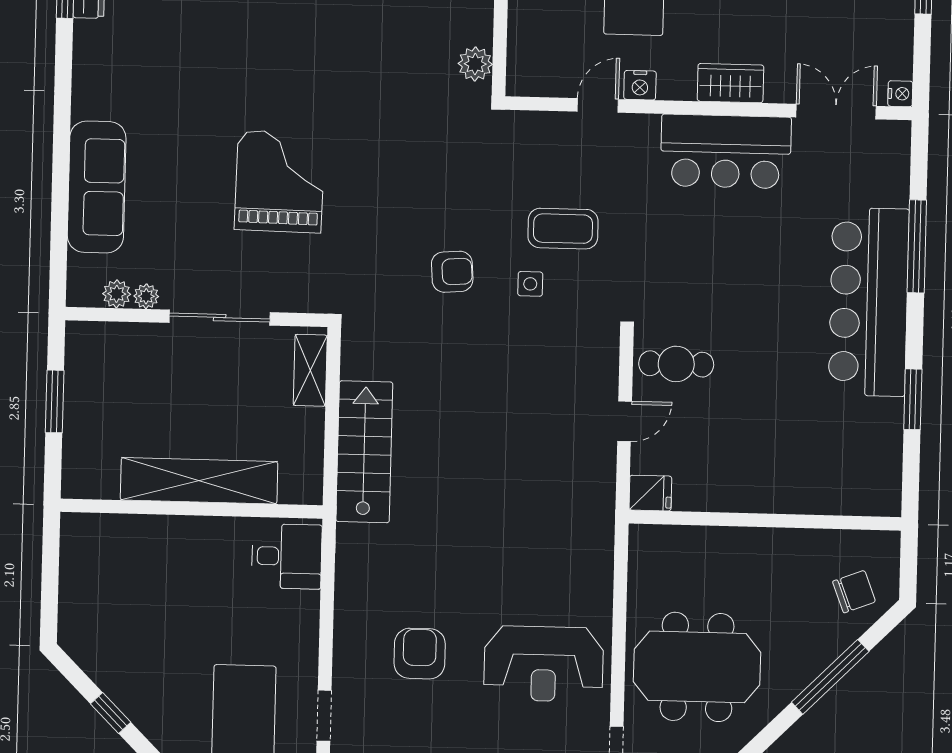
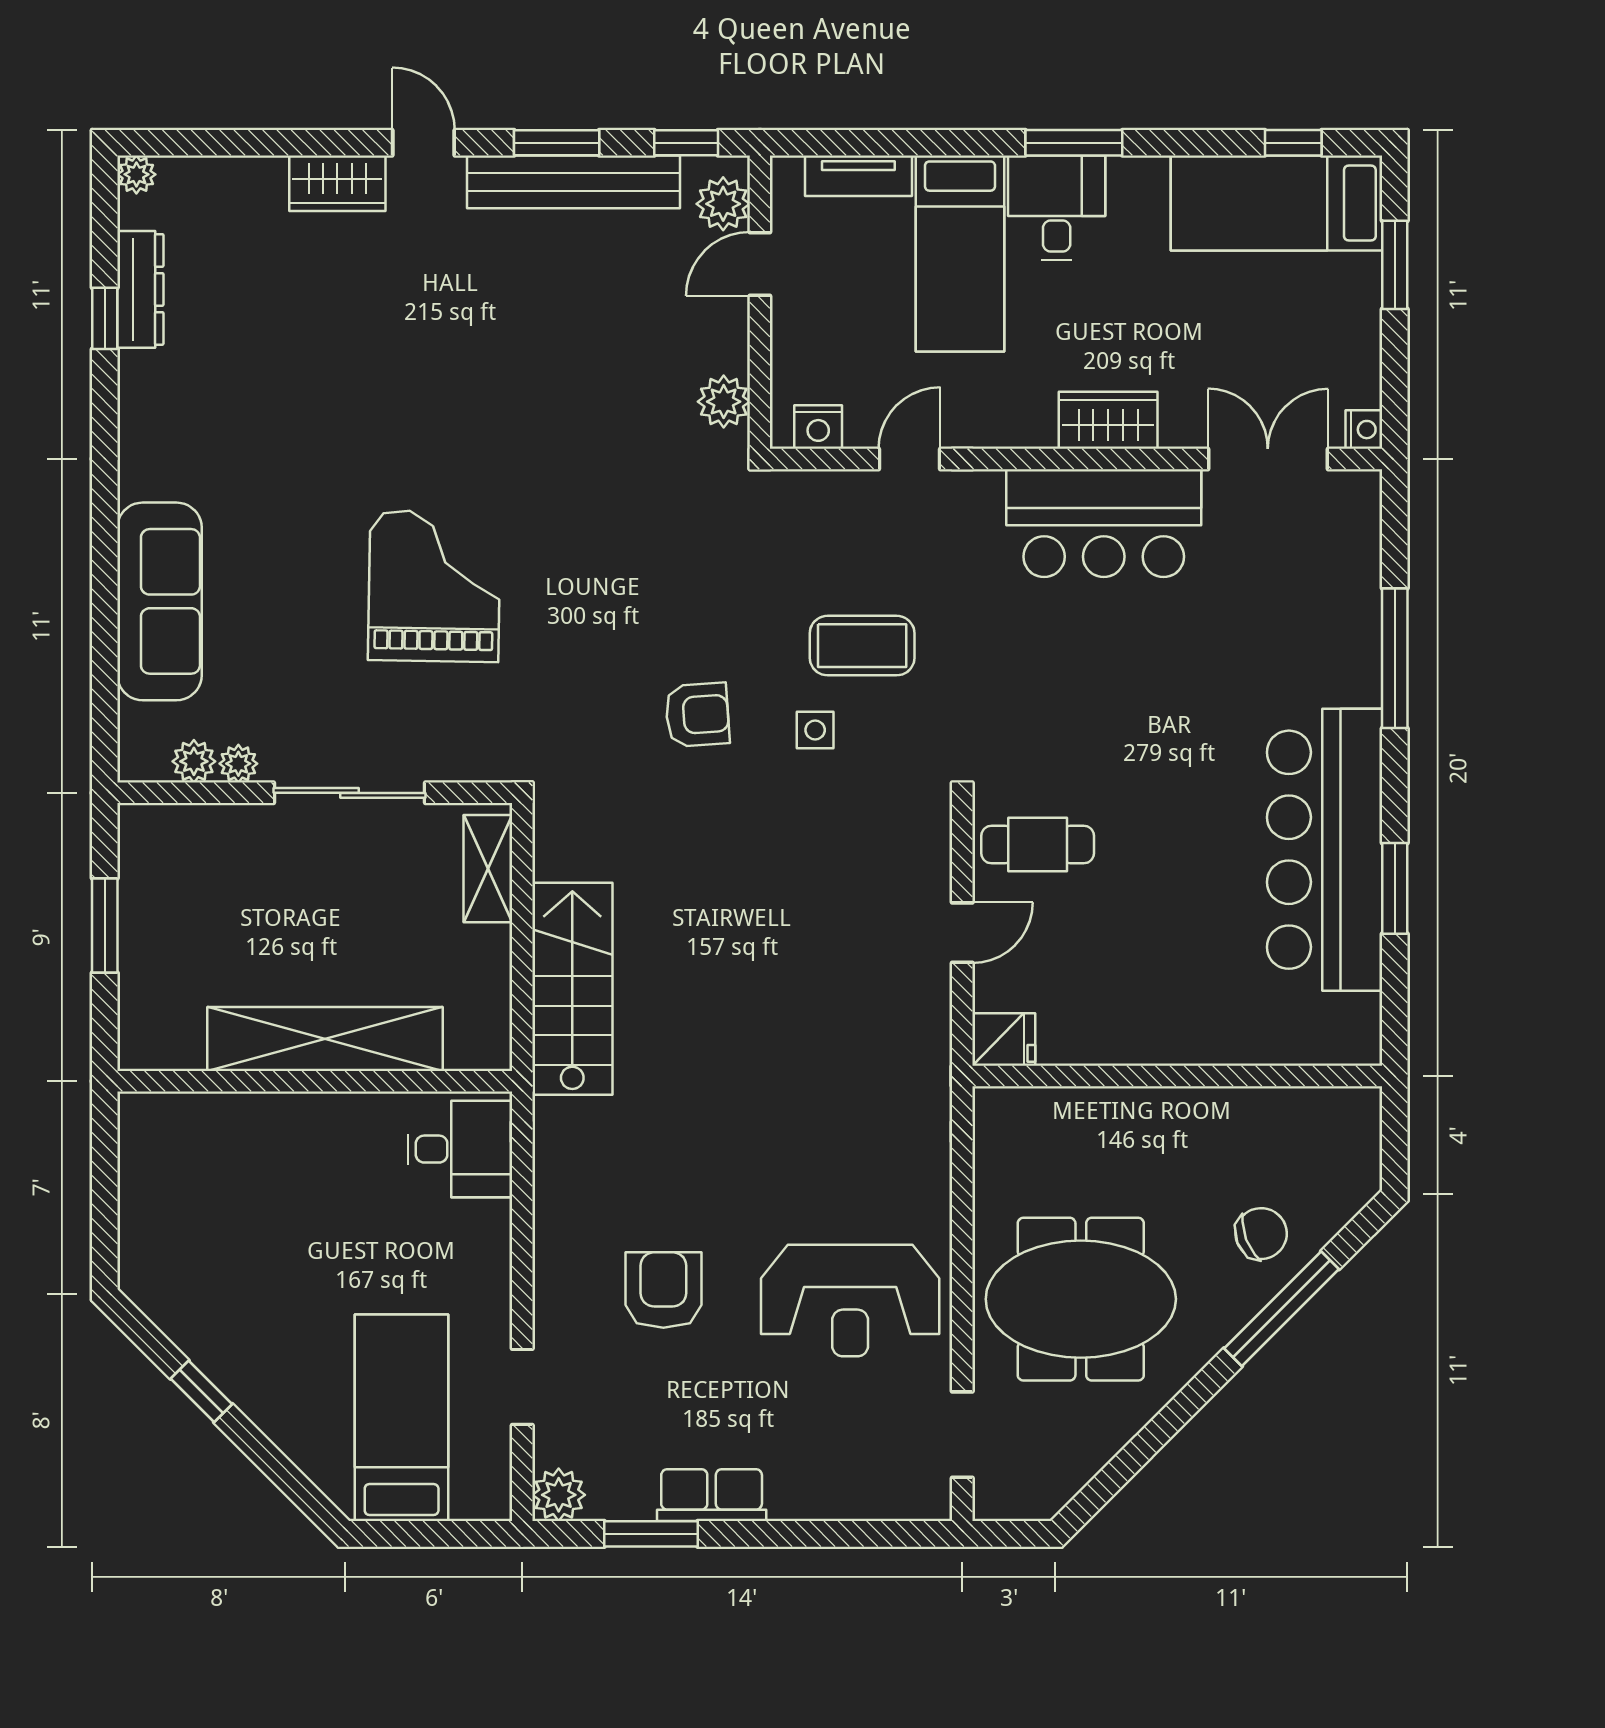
nightstand: (640, 85) -> (818, 427), moved
bar counter: (869, 302) -> (1325, 850), moved
chair: (854, 592) -> (1261, 1234), moved

